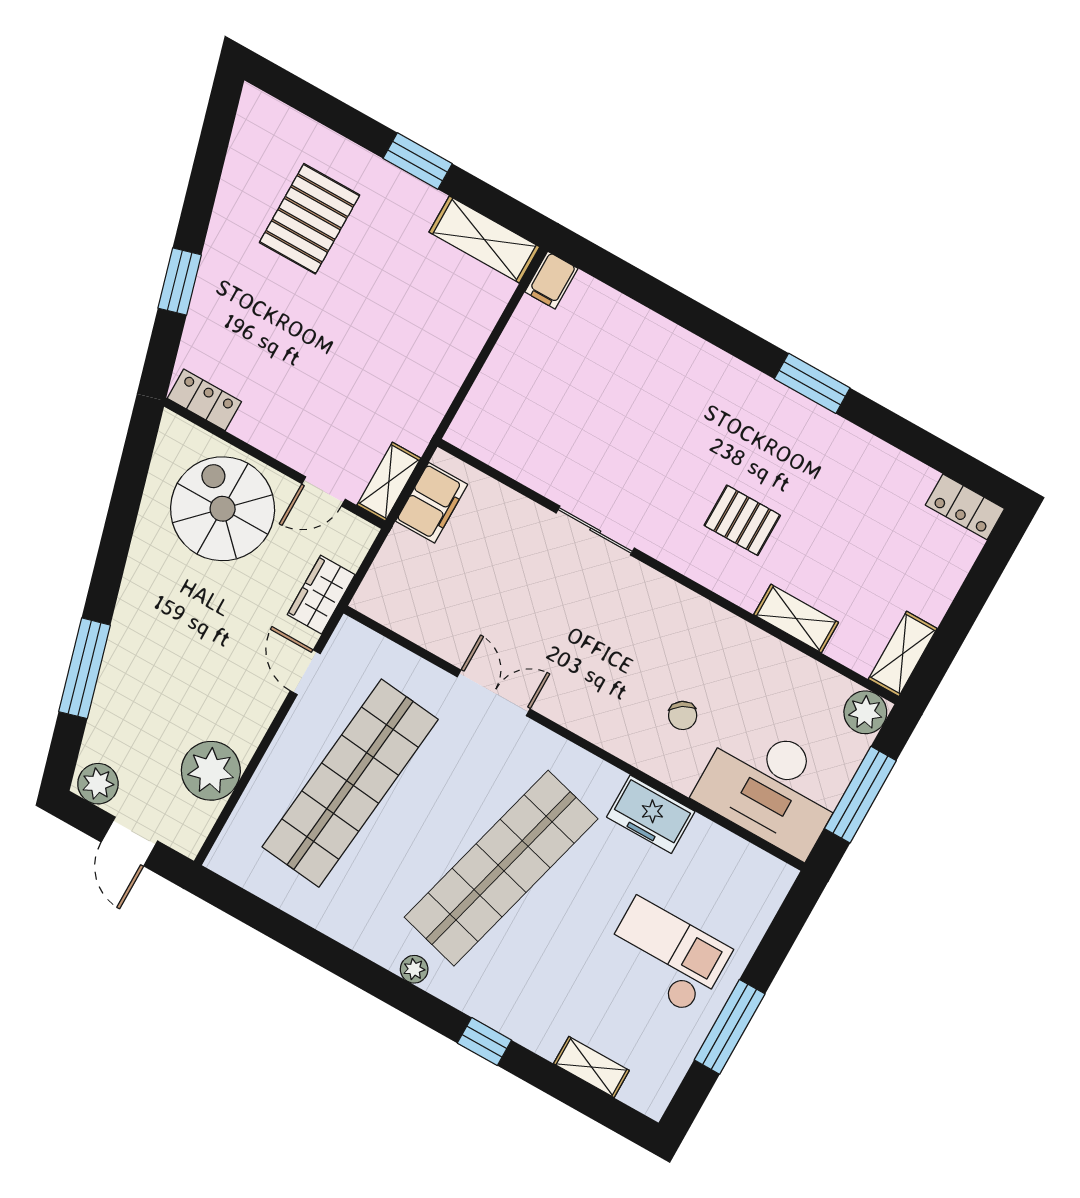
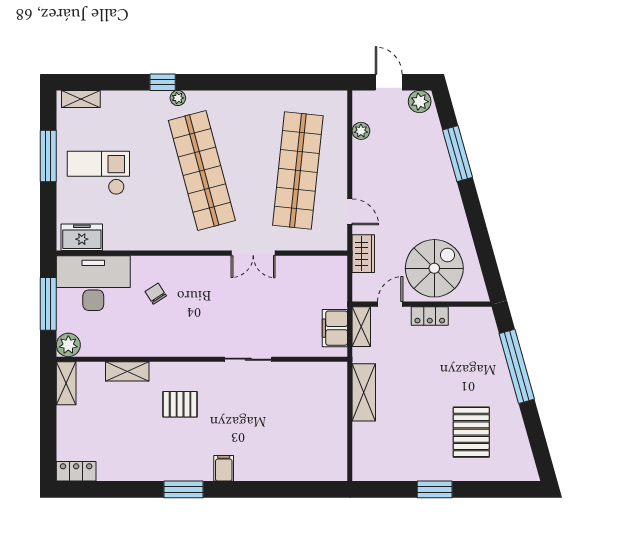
shelving: (484, 239) -> (364, 392), moved, turned 90
filing cabinet: (551, 280) -> (224, 468), moved
window: (180, 282) -> (517, 366), width x2.11
locker: (204, 400) -> (430, 316), moved
spiral stairs: (223, 509) -> (434, 268), turned -90
plant: (211, 771) -> (361, 131), width x0.53, depth x0.53
freezer: (651, 814) -> (82, 237), moved
shop shelf: (501, 868) -> (202, 171), turned -30
checkout: (666, 956) -> (98, 173), turned 180
plant: (414, 969) -> (178, 98), moved
shelving: (591, 1067) -> (81, 99), moved

